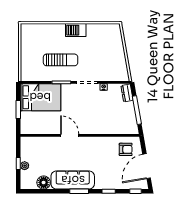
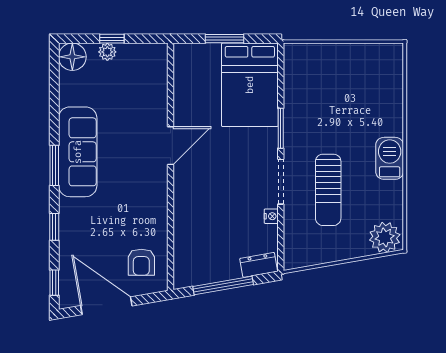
plant: (114, 32) -> (385, 237), added
sun lounger: (61, 60) -> (328, 190), moved
floor lamp: (44, 183) -> (72, 57), moved

